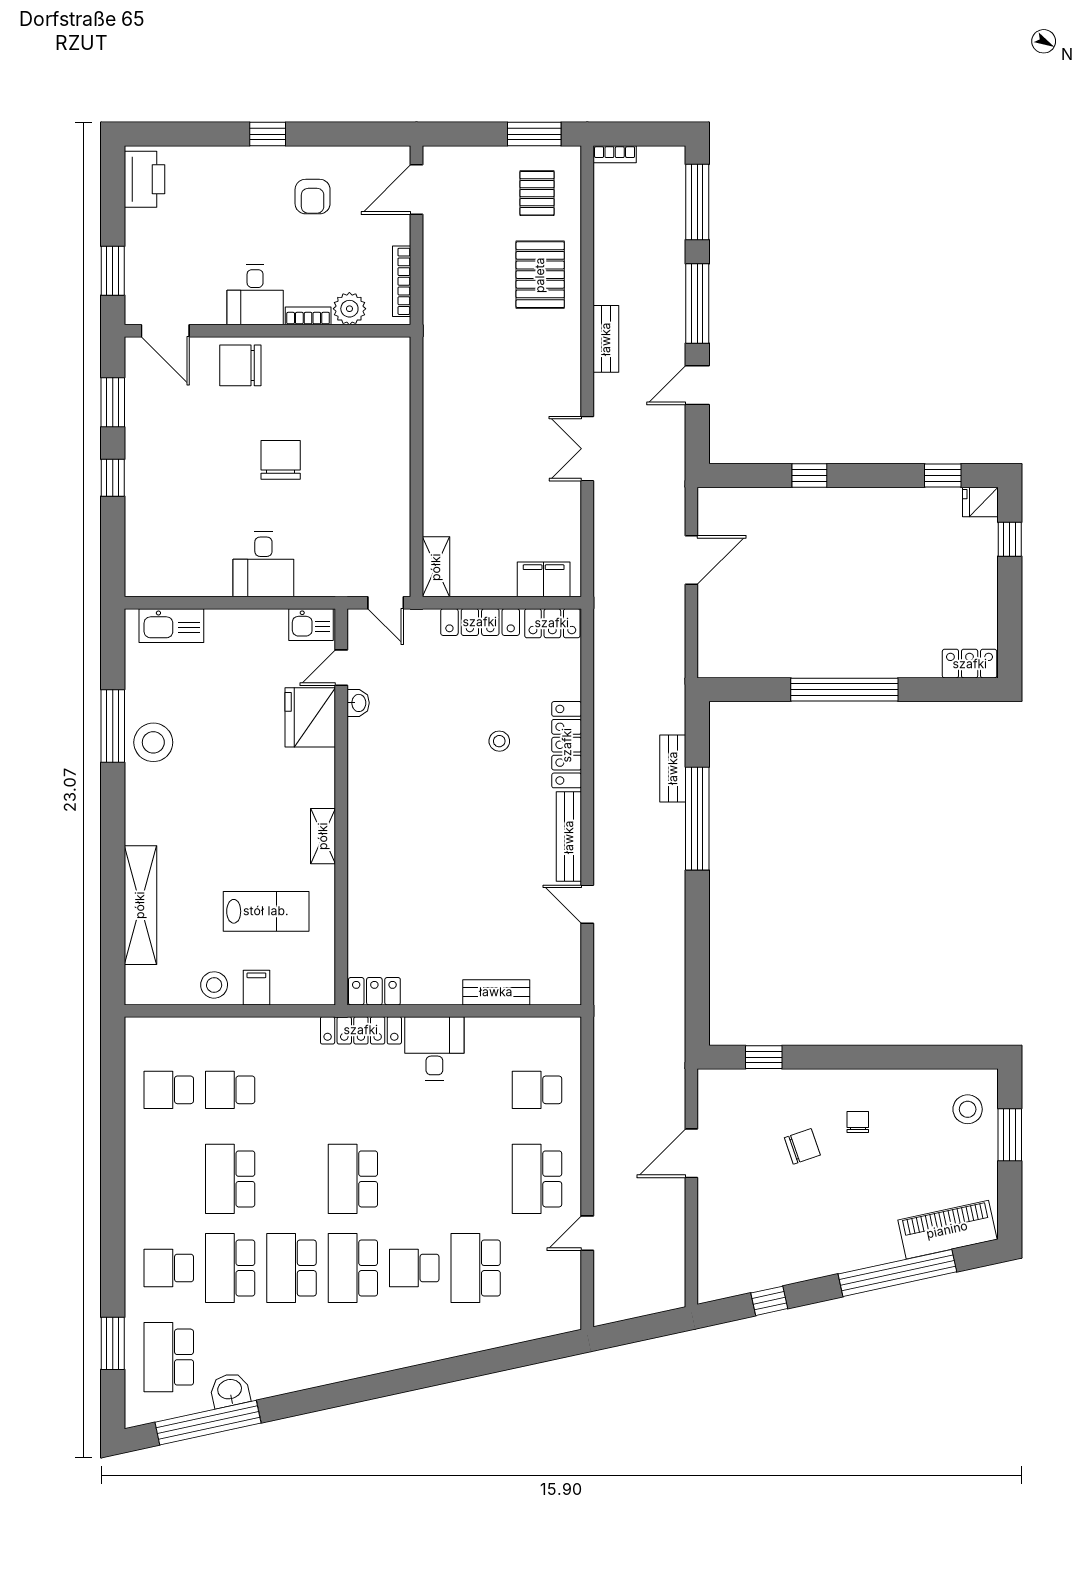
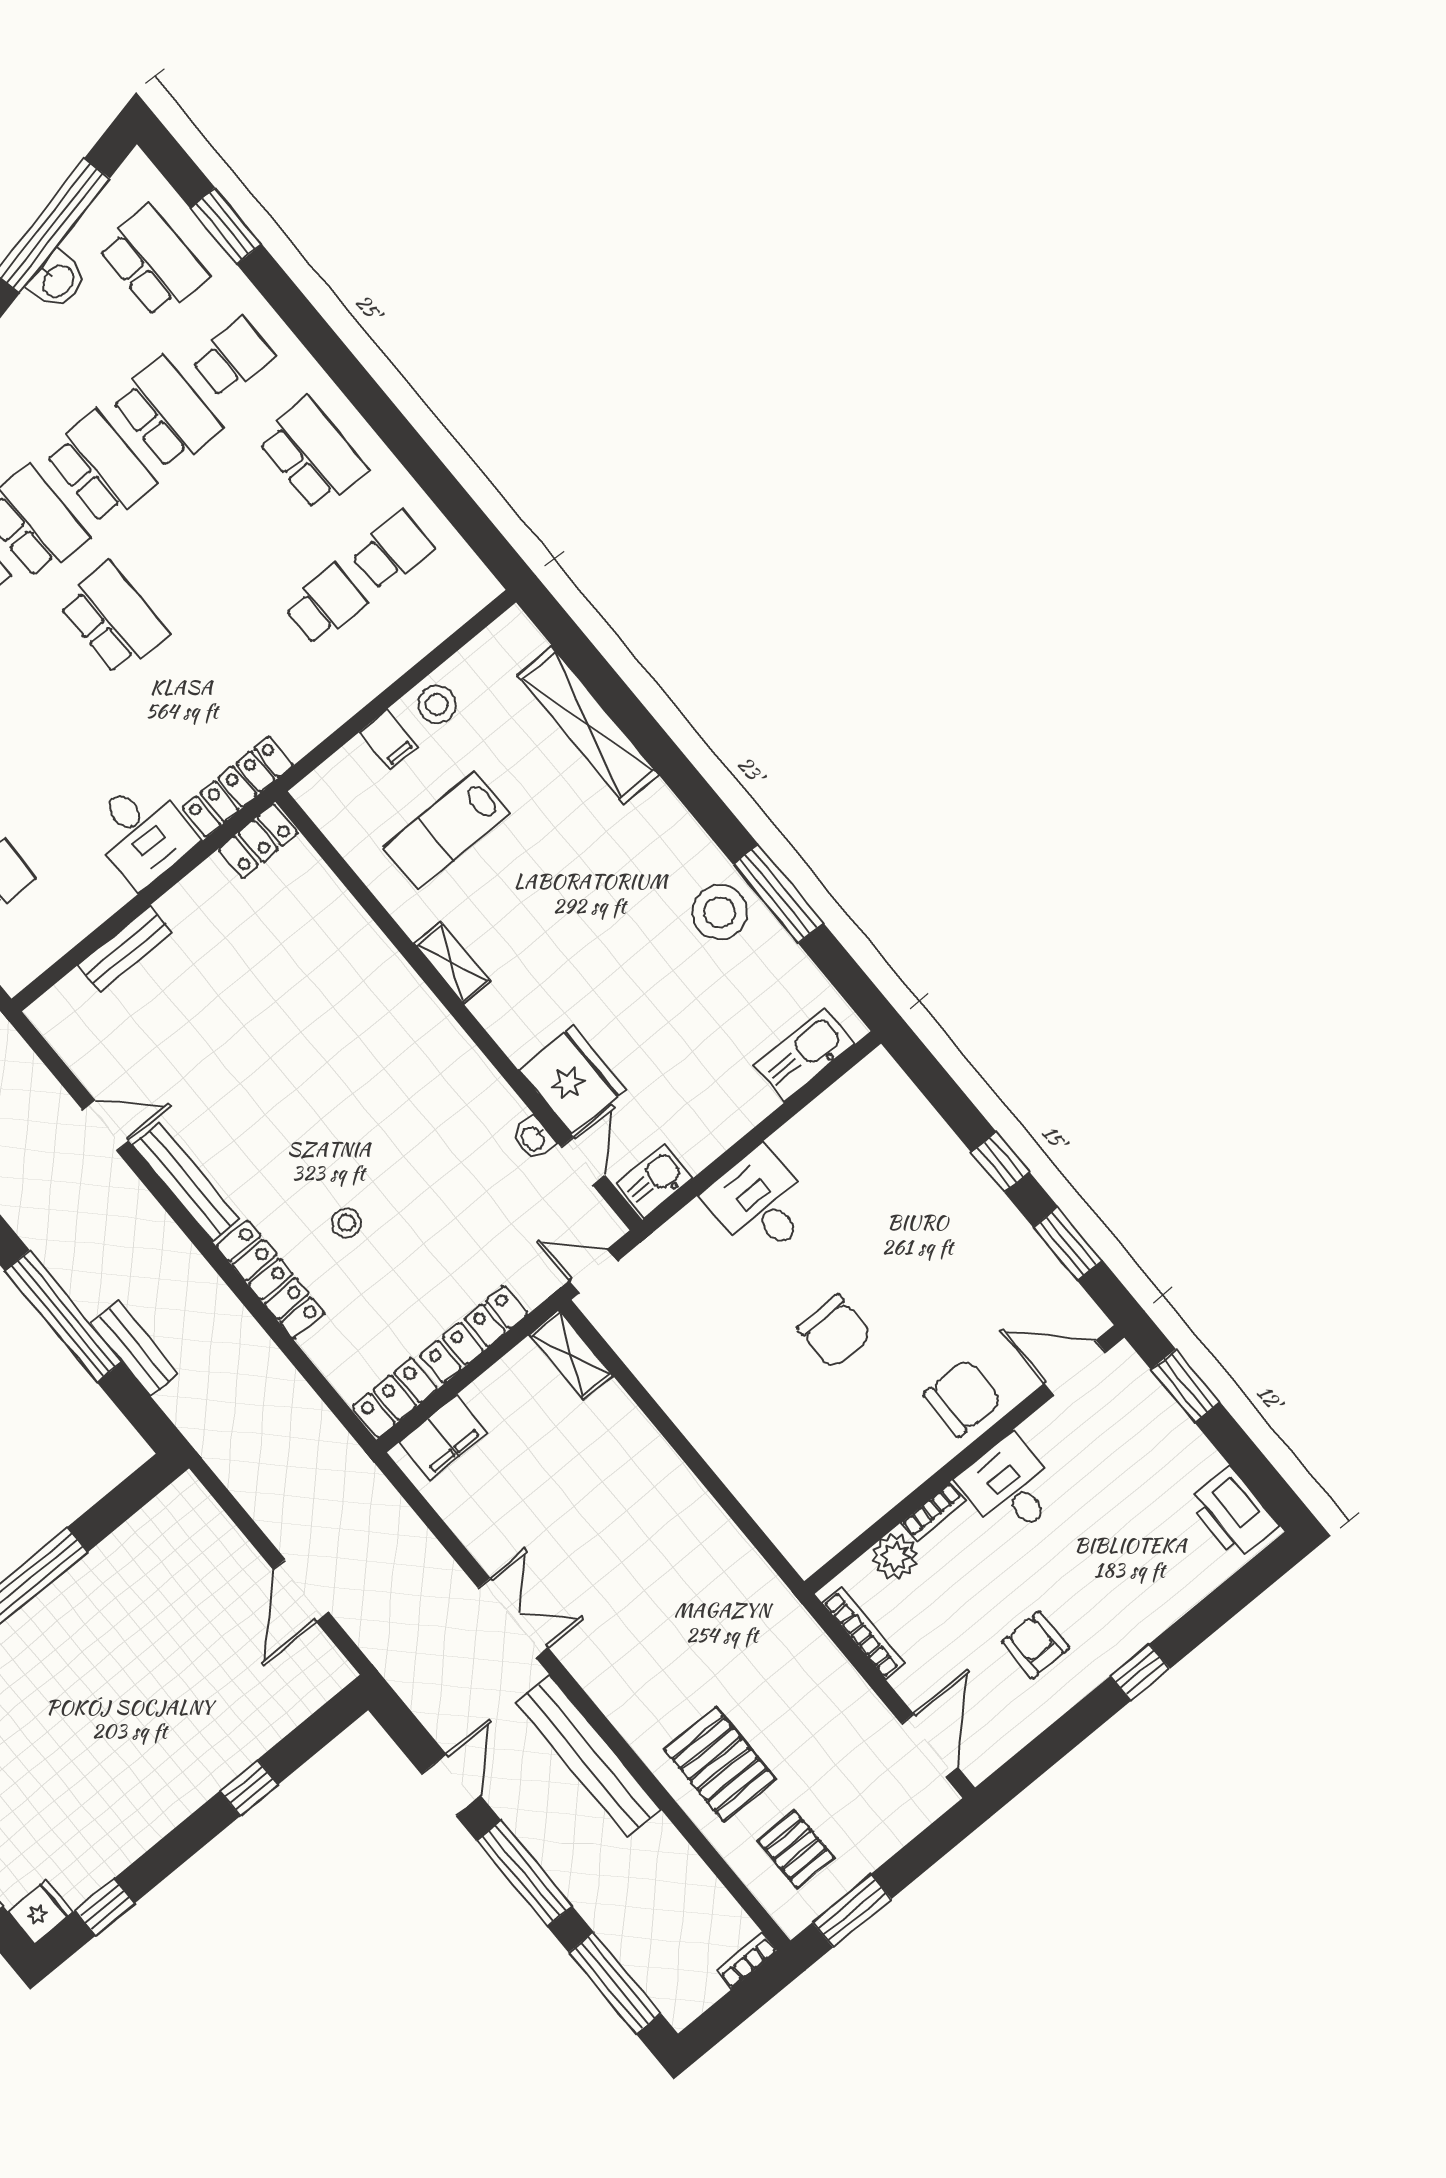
bench: (606, 339) -> (588, 1756), width x1.86, depth x1.21
school desk: (230, 1179) -> (312, 454), moved

